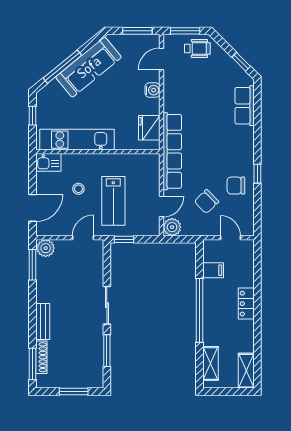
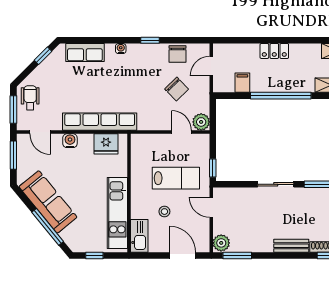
water cooler: (249, 143) -> (121, 49), added
row of seats: (172, 151) -> (100, 122), moved
kitchen sink: (48, 162) -> (139, 236), width x1.38
chair: (236, 186) -> (177, 54), moved

